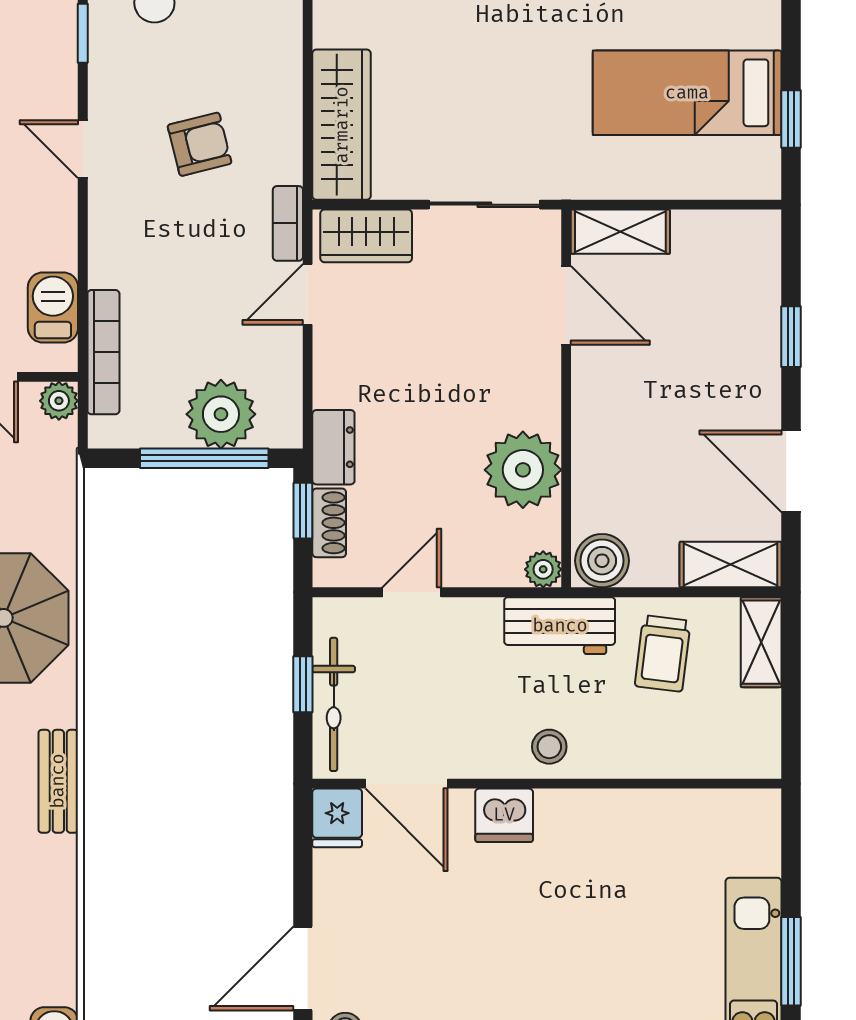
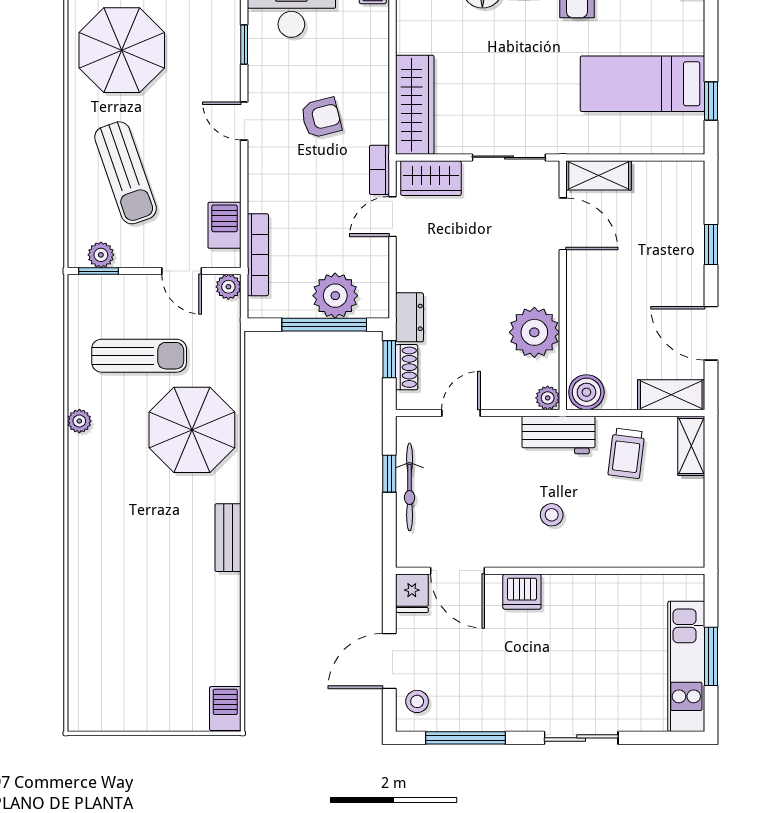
door: (406, 784) -> (458, 571), moved
wall: (547, 784) -> (550, 571), moved
dishwasher: (504, 815) -> (522, 592), moved
fridge: (337, 818) -> (412, 593), moved

